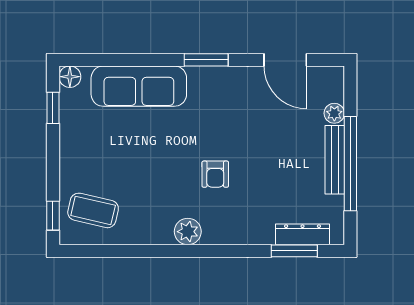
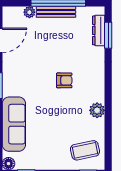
coffee table: (93, 210) -> (85, 150), turned 65
plant: (188, 232) -> (97, 110), moved

